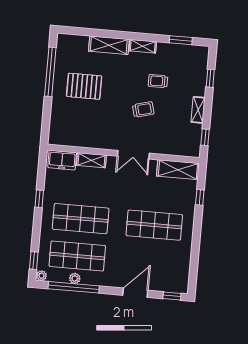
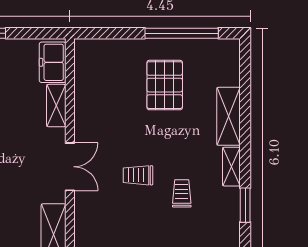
window: (181, 40) -> (245, 205), moved
trolley: (143, 109) -> (138, 175), turned 105
double door: (133, 155) -> (70, 167), swing flipped

